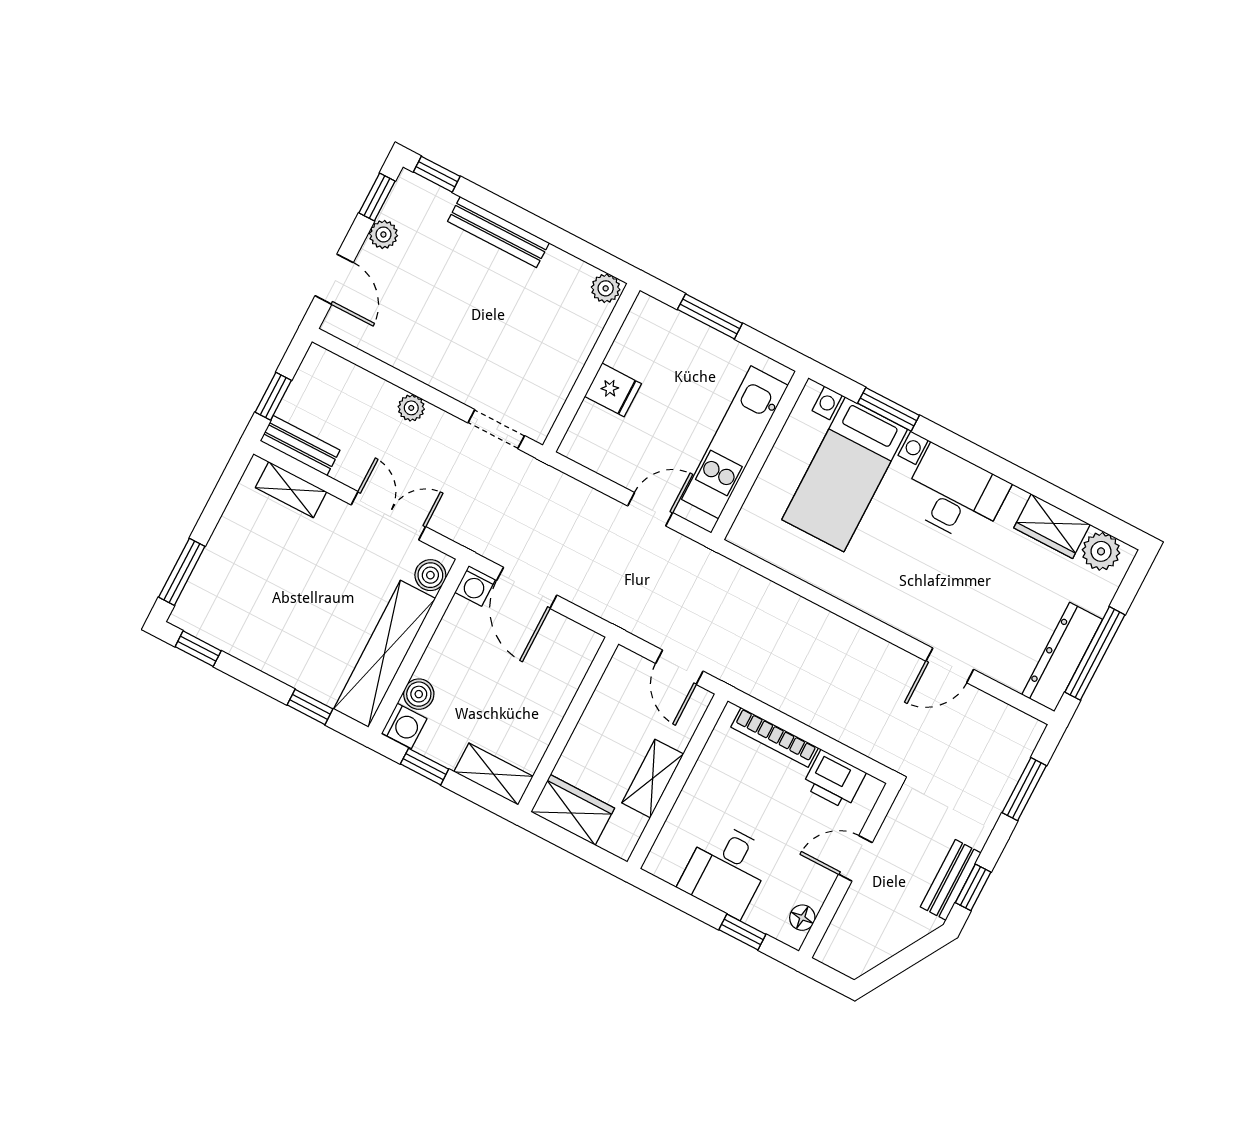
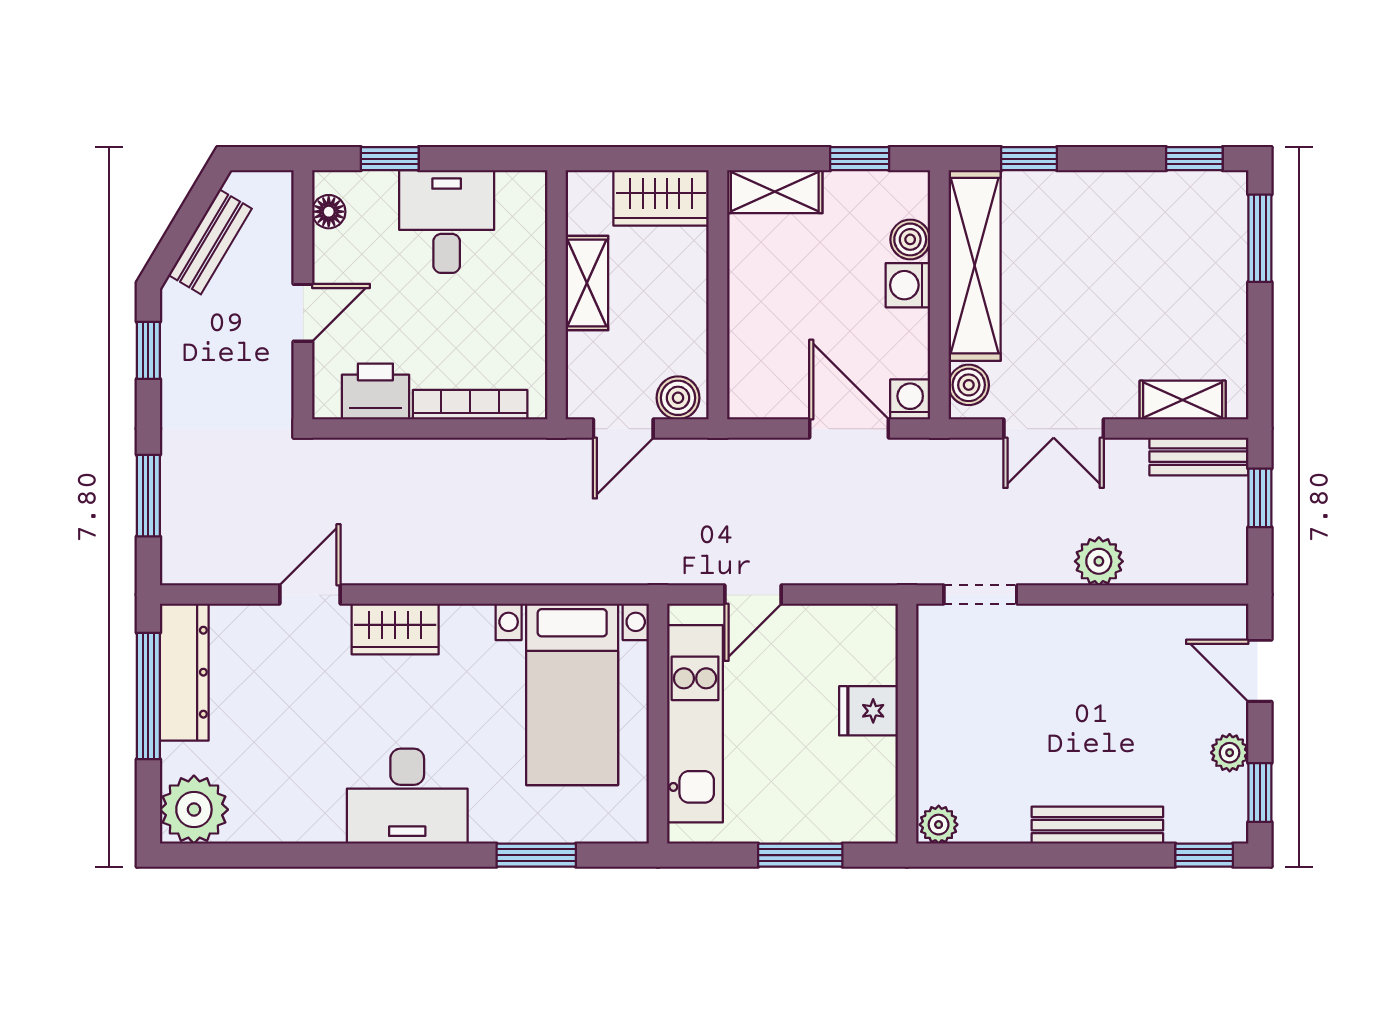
plant: (411, 408) -> (1099, 561), width x1.38, depth x1.38
bed with nightstands: (845, 474) -> (572, 694), moved, turned 180
wardrobe: (1052, 526) -> (395, 629), moved, turned 180
plant: (1101, 551) -> (194, 810), width x1.36, depth x1.36
door: (679, 667) -> (623, 429), swing flipped
boiler: (632, 669) -> (678, 398), added
washing machine: (404, 726) -> (908, 285), moved
bench: (951, 880) -> (210, 242), moved, turned 31

